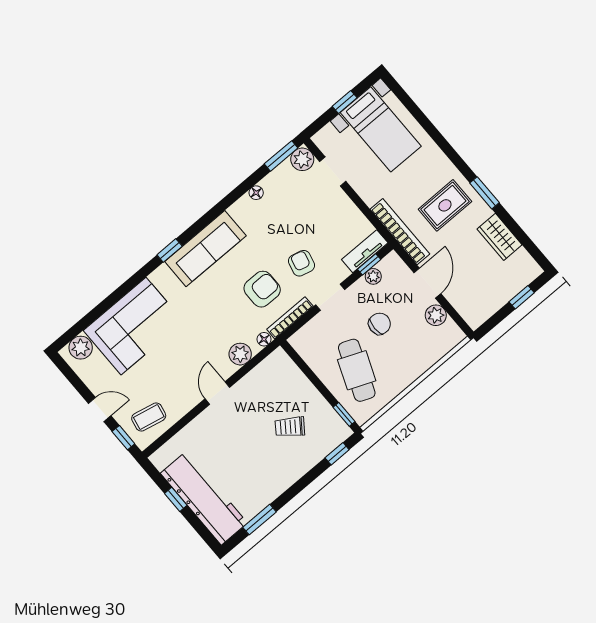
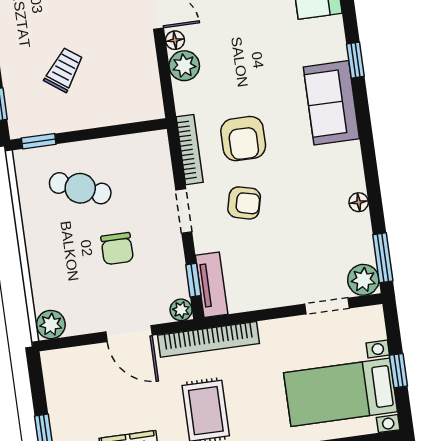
sofa: (205, 249) -> (331, 103), width x0.73
plant: (373, 276) -> (181, 310), moved
plant: (436, 315) -> (51, 325), moved
floor lamp: (264, 339) -> (175, 40), moved
cafe table: (357, 370) -> (80, 188), width x0.73, depth x0.74

